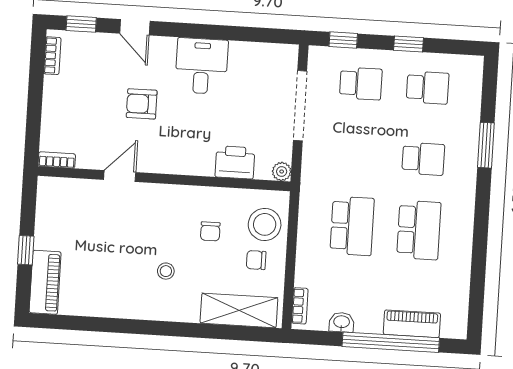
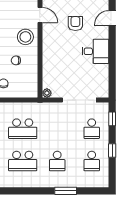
printer: (235, 162) -> (50, 70), removed
stool: (265, 224) -> (25, 37), moved

